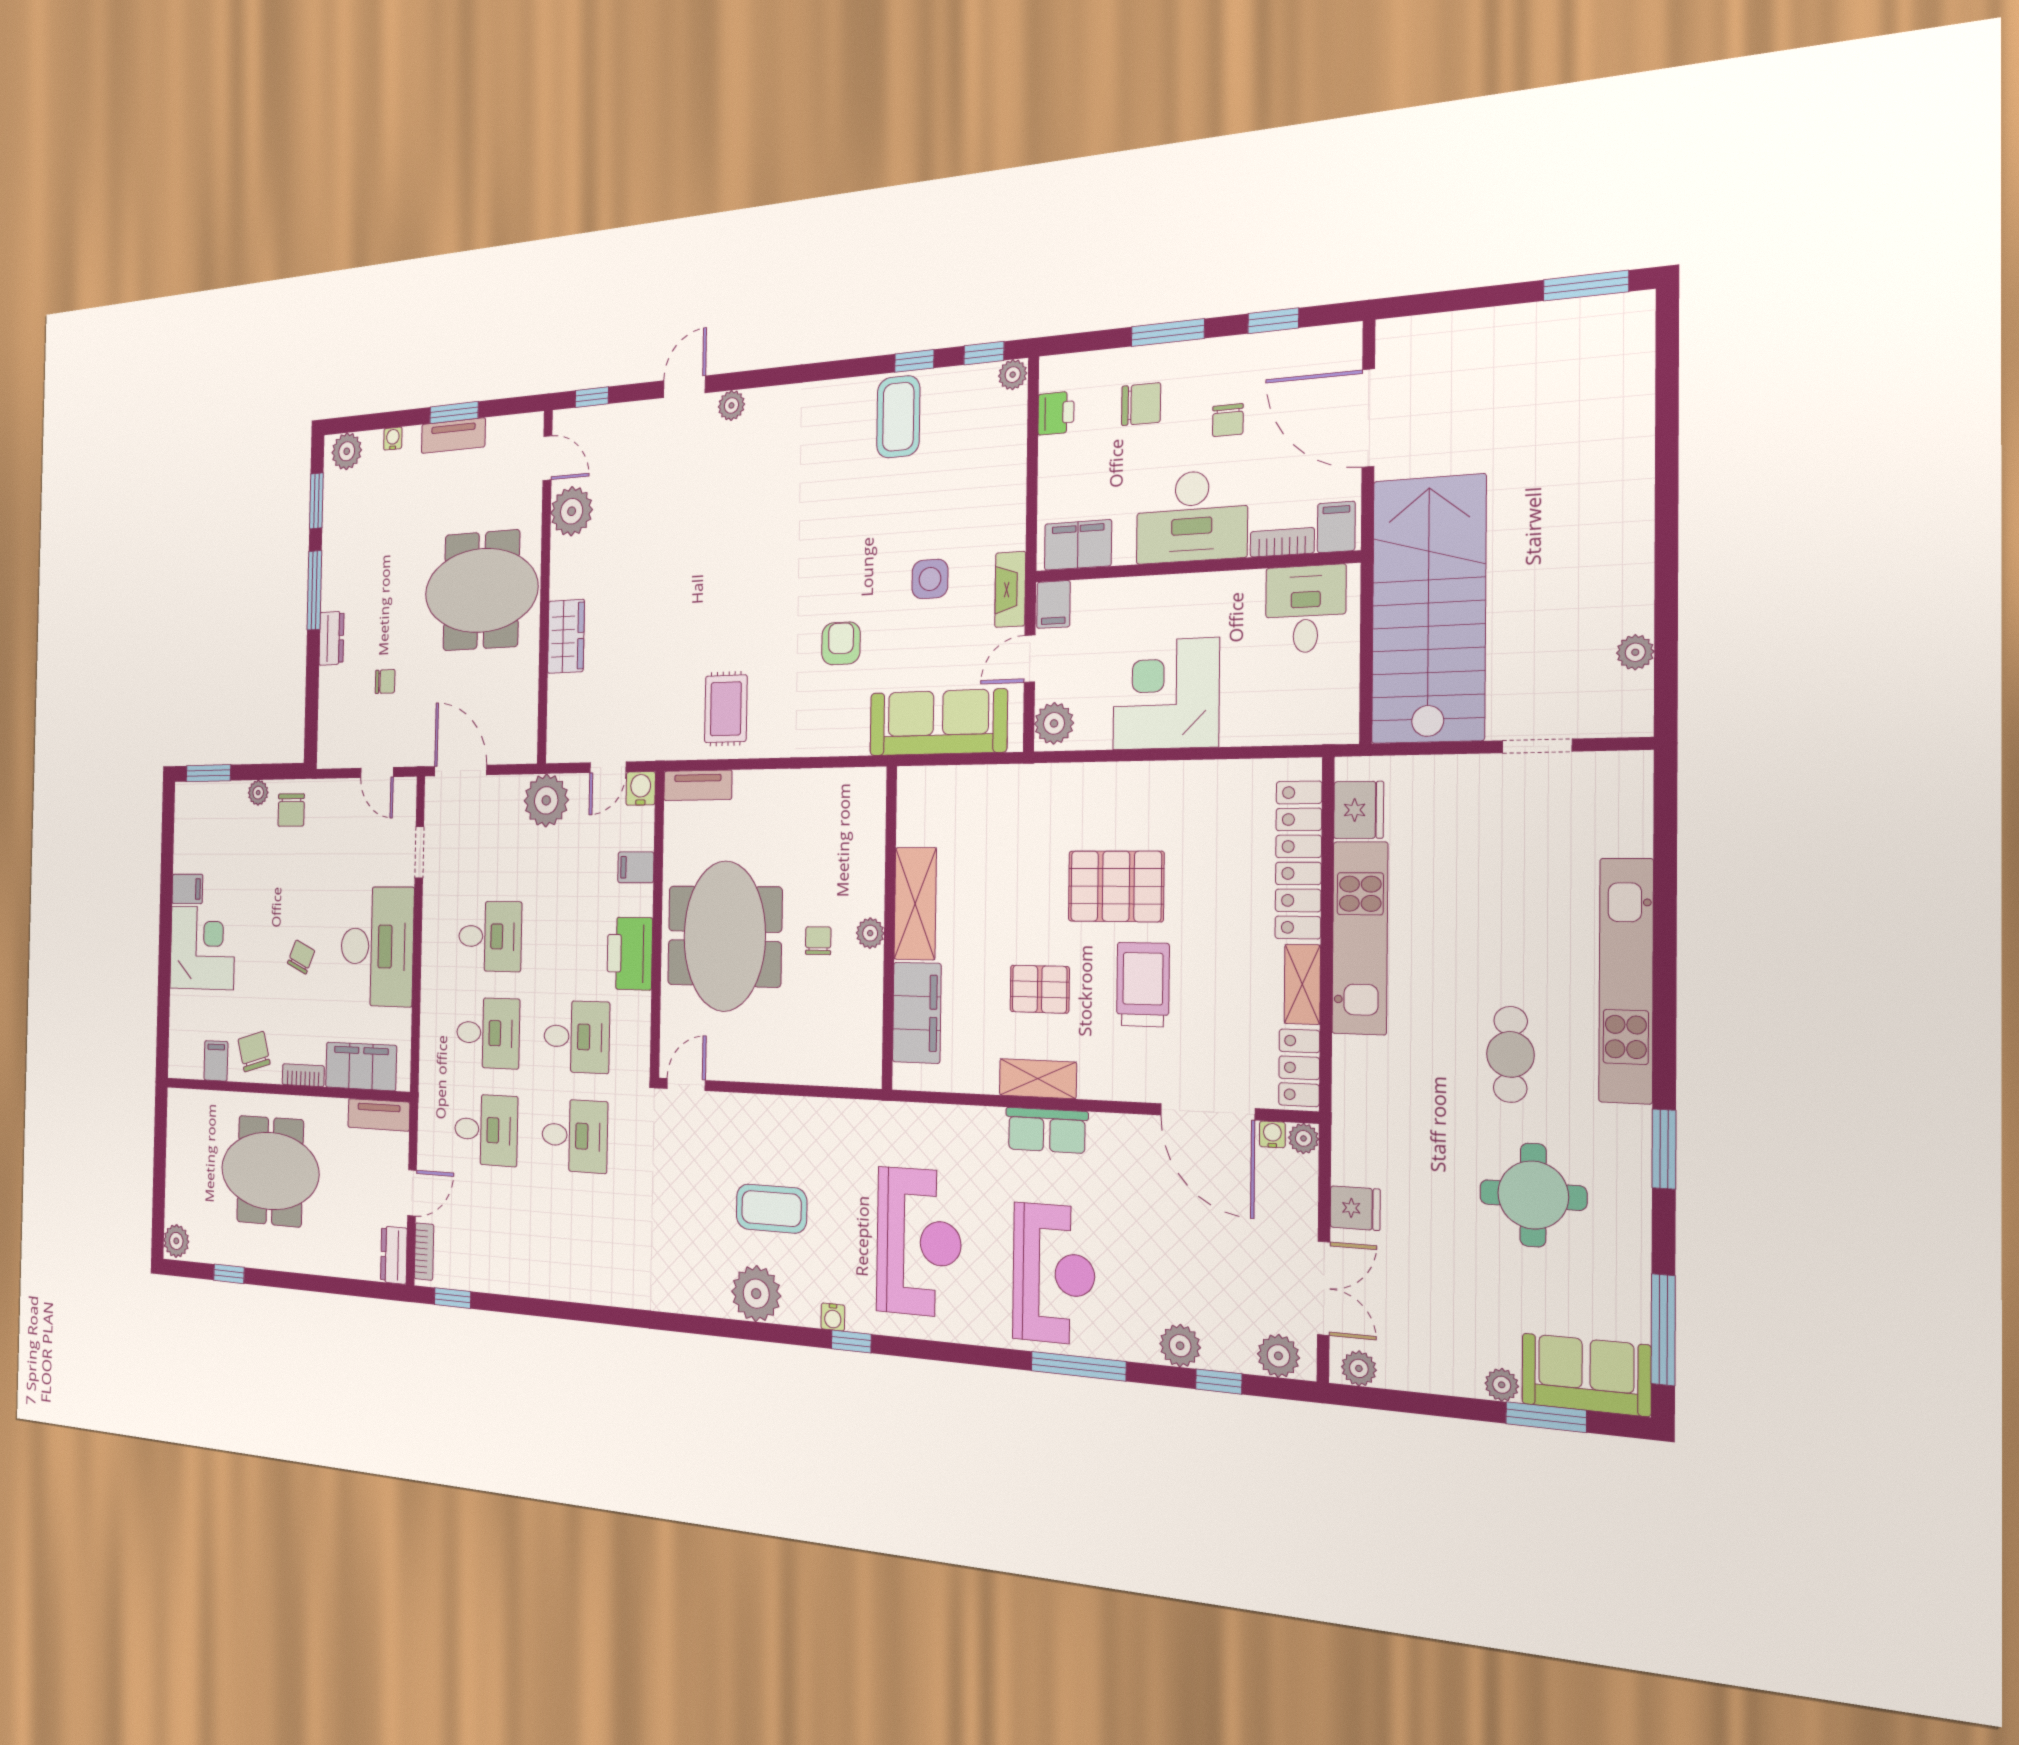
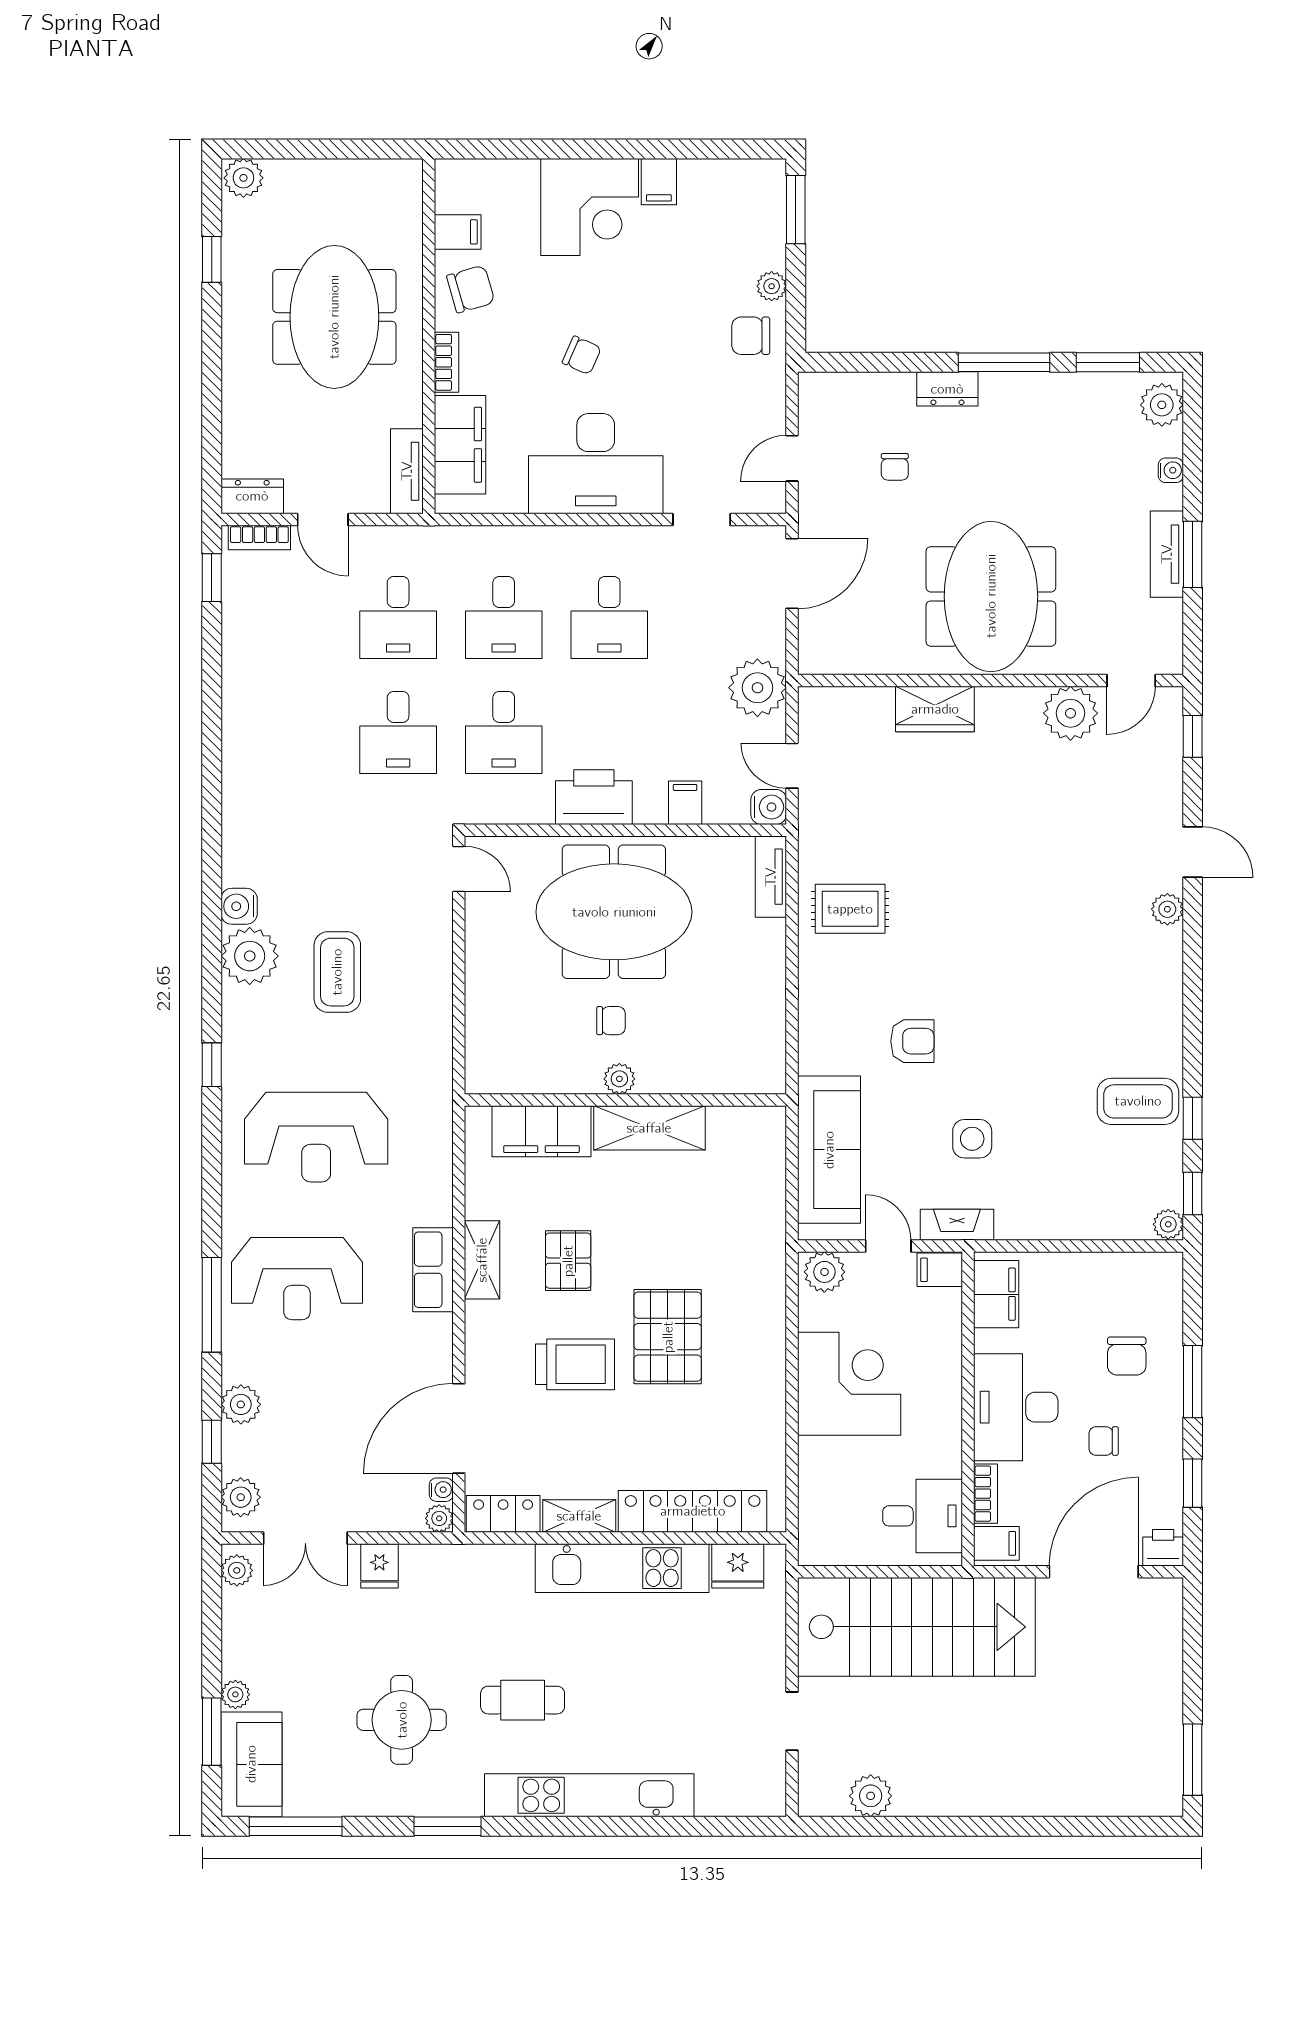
printer: (1056, 413) -> (1163, 1548), moved, turned 180
plant: (1635, 652) -> (871, 1796), width x1.38, depth x1.38
water cooler: (833, 1317) -> (239, 906), moved, width x1.38, depth x1.38

